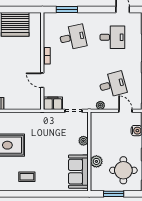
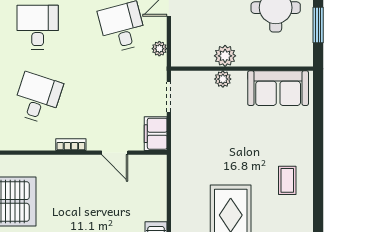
desk: (73, 37) -> (38, 98), turned 30
door: (42, 80) -> (115, 153), hinge flipped
plant: (96, 161) -> (225, 56), moved

